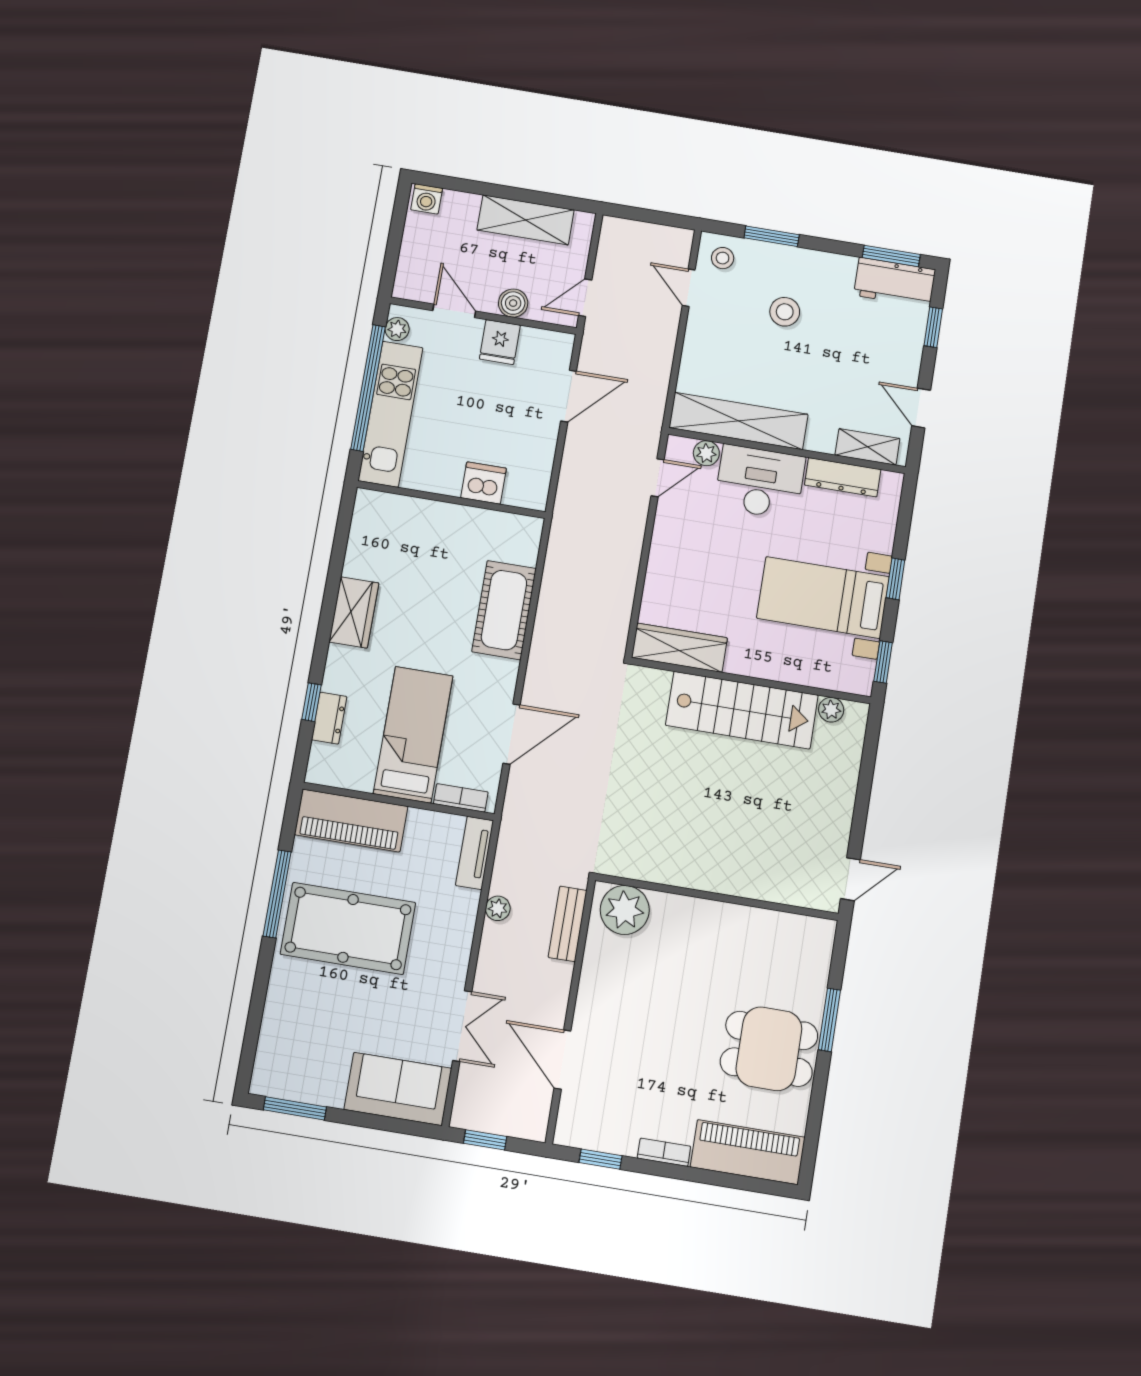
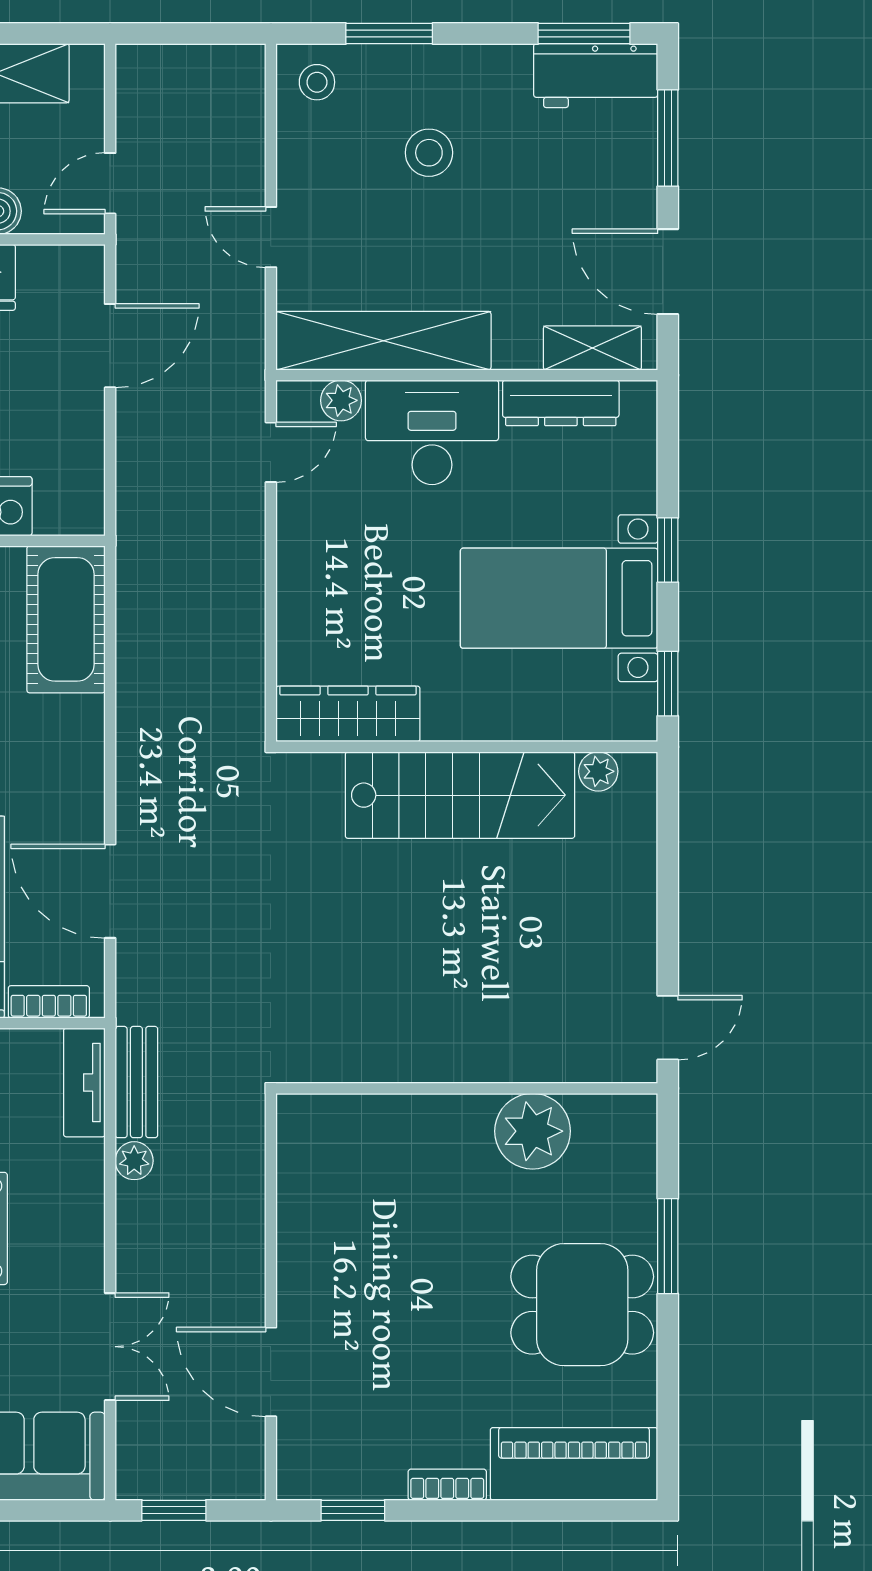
door: (689, 288) -> (271, 237), moved
window: (933, 327) -> (668, 138), width x1.50
door: (921, 408) -> (668, 272), width x1.38
cot: (504, 610) -> (66, 619), moved
door: (511, 734) -> (110, 891), swing flipped
plant: (625, 910) -> (533, 1131), moved
bench: (567, 924) -> (136, 1082), moved

